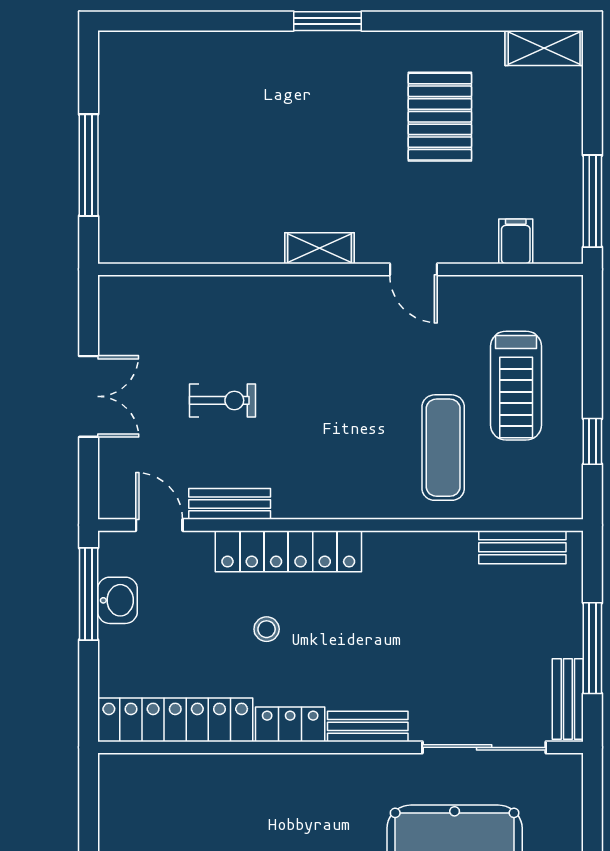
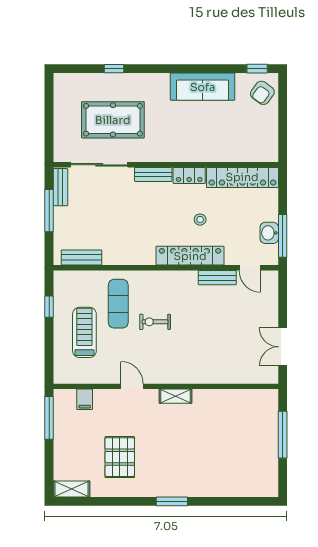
double door: (89, 396) -> (283, 347), moved
exercise bike: (222, 400) -> (155, 322), moved

